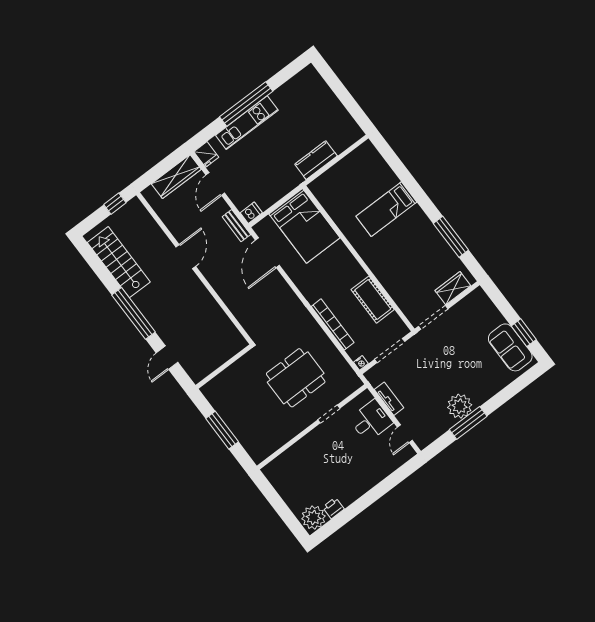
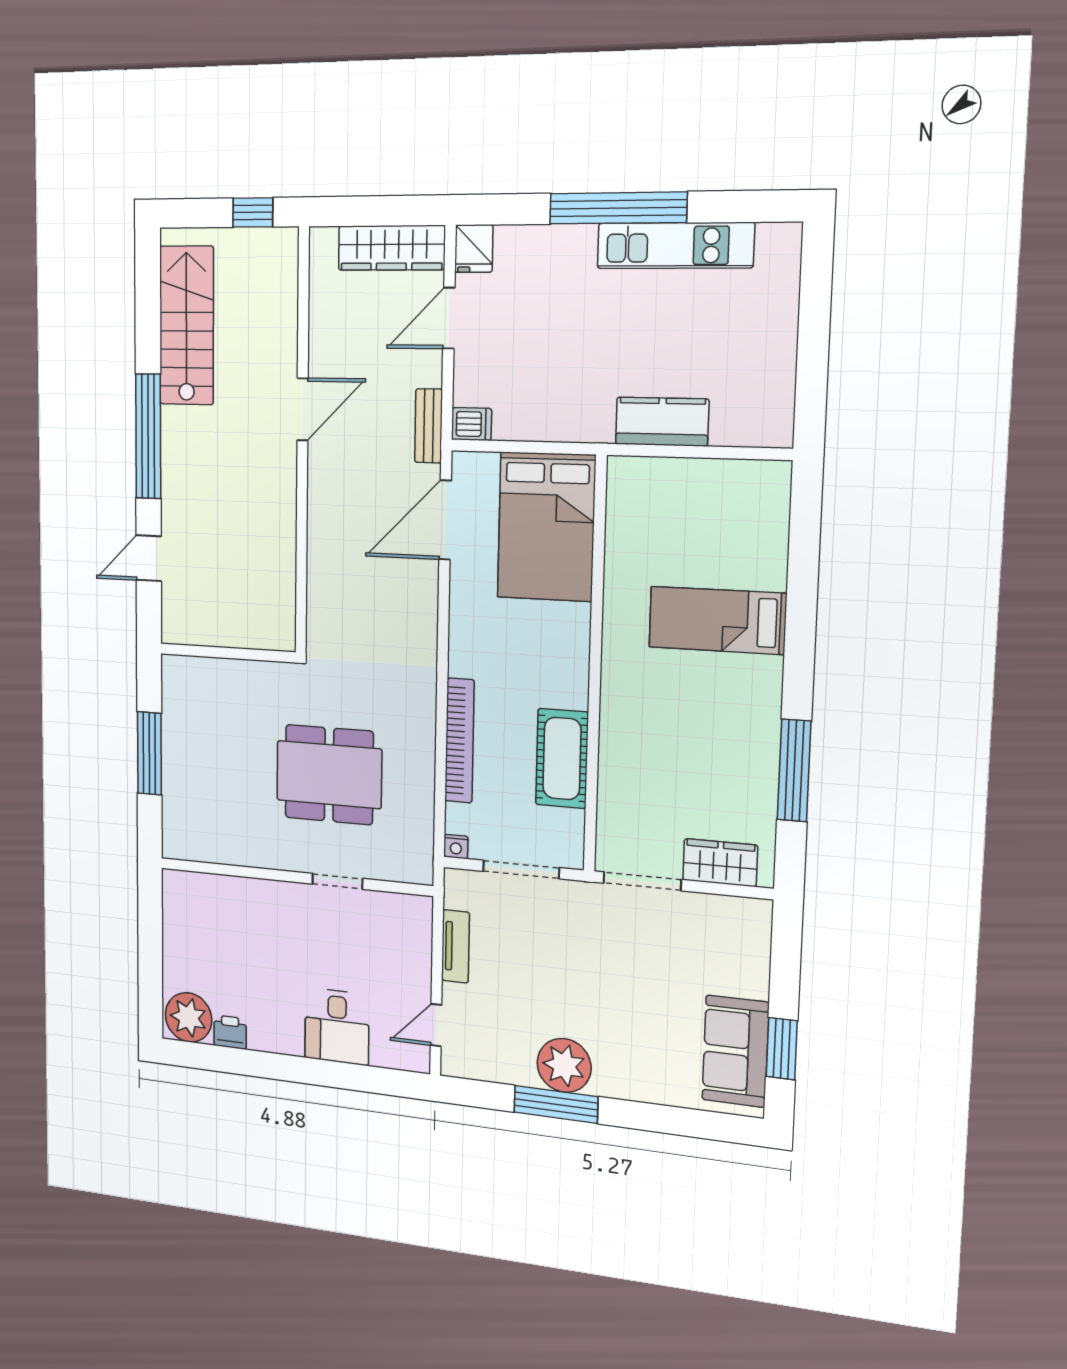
kitchen unit: (247, 123) -> (675, 246), moved
desk: (371, 421) -> (337, 1026), moved, turned 90

